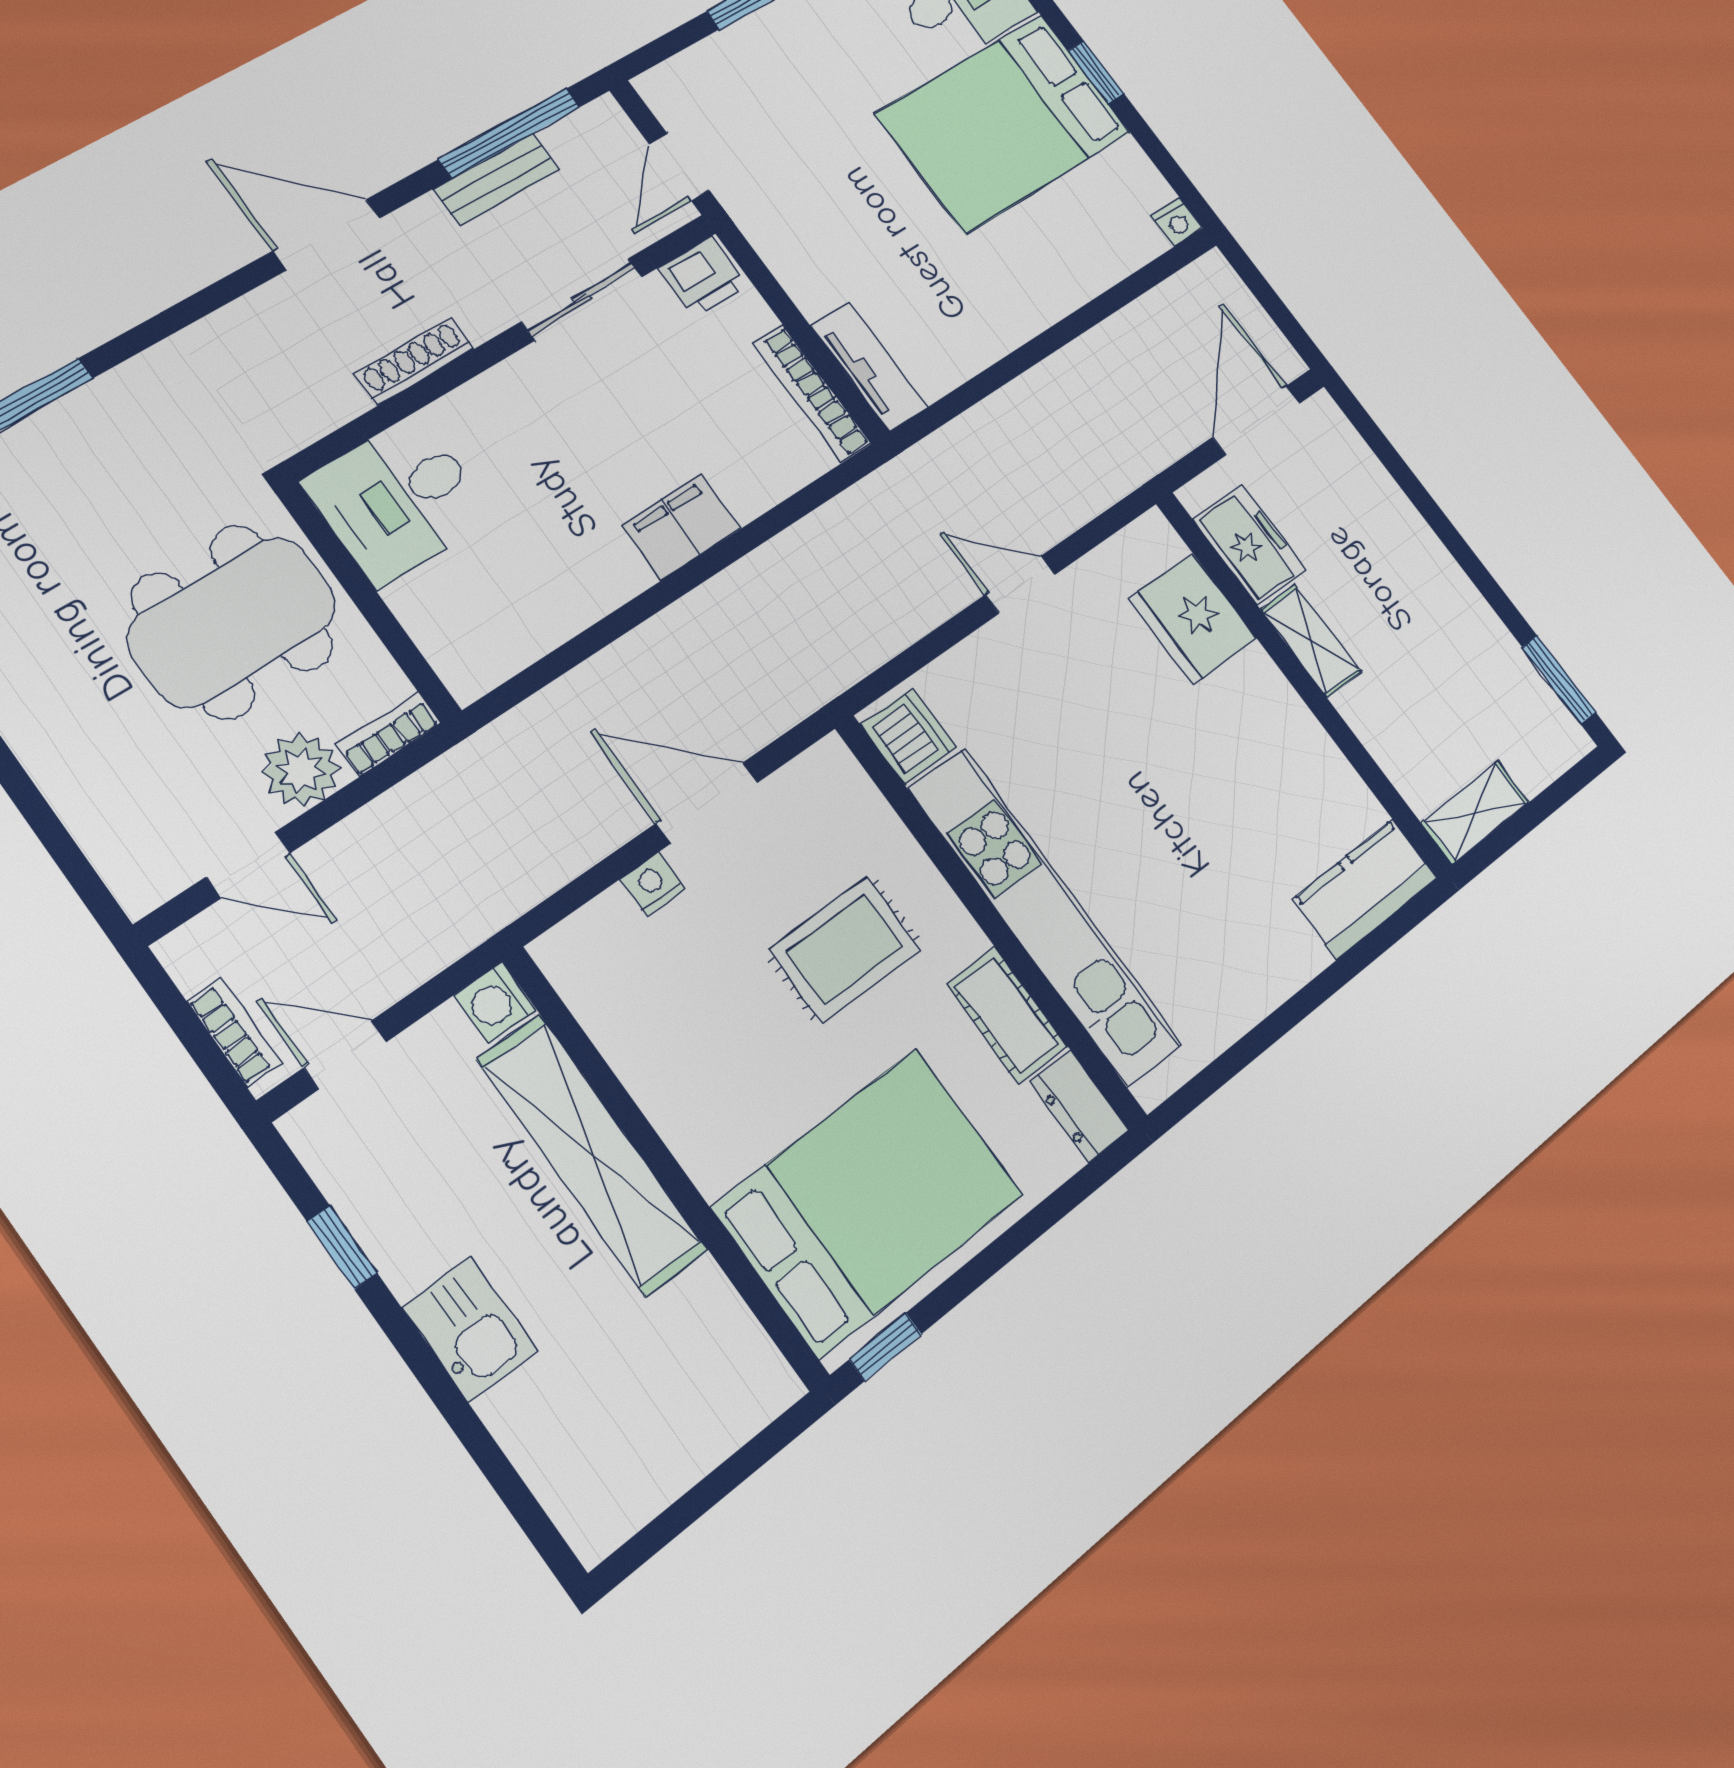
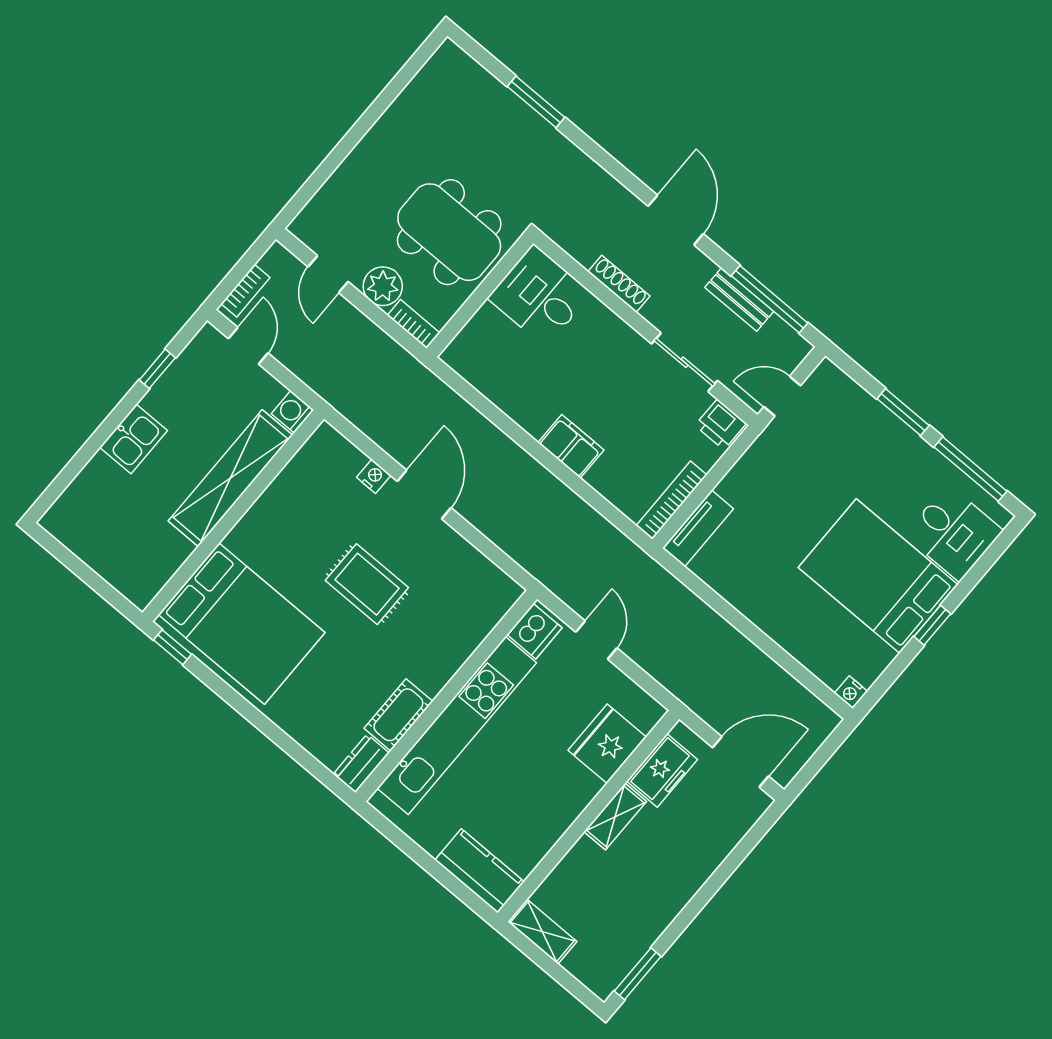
dishwasher: (909, 736) -> (535, 631), moved
kitchen unit: (1045, 917) -> (457, 726), moved
wall: (990, 921) -> (446, 696), moved
cot: (1007, 1015) -> (398, 715), moved
dresser: (1080, 1106) -> (361, 764), moved

